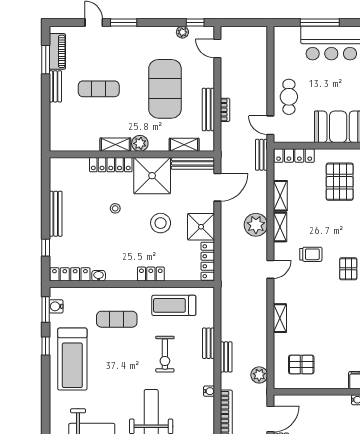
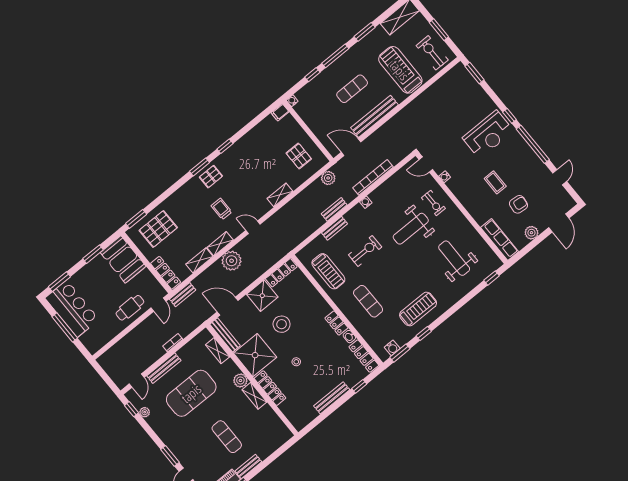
bench: (208, 109) -> (164, 368), moved
locker: (151, 274) -> (336, 323), moved
treadmill: (72, 359) -> (418, 309), width x0.73, depth x0.73

